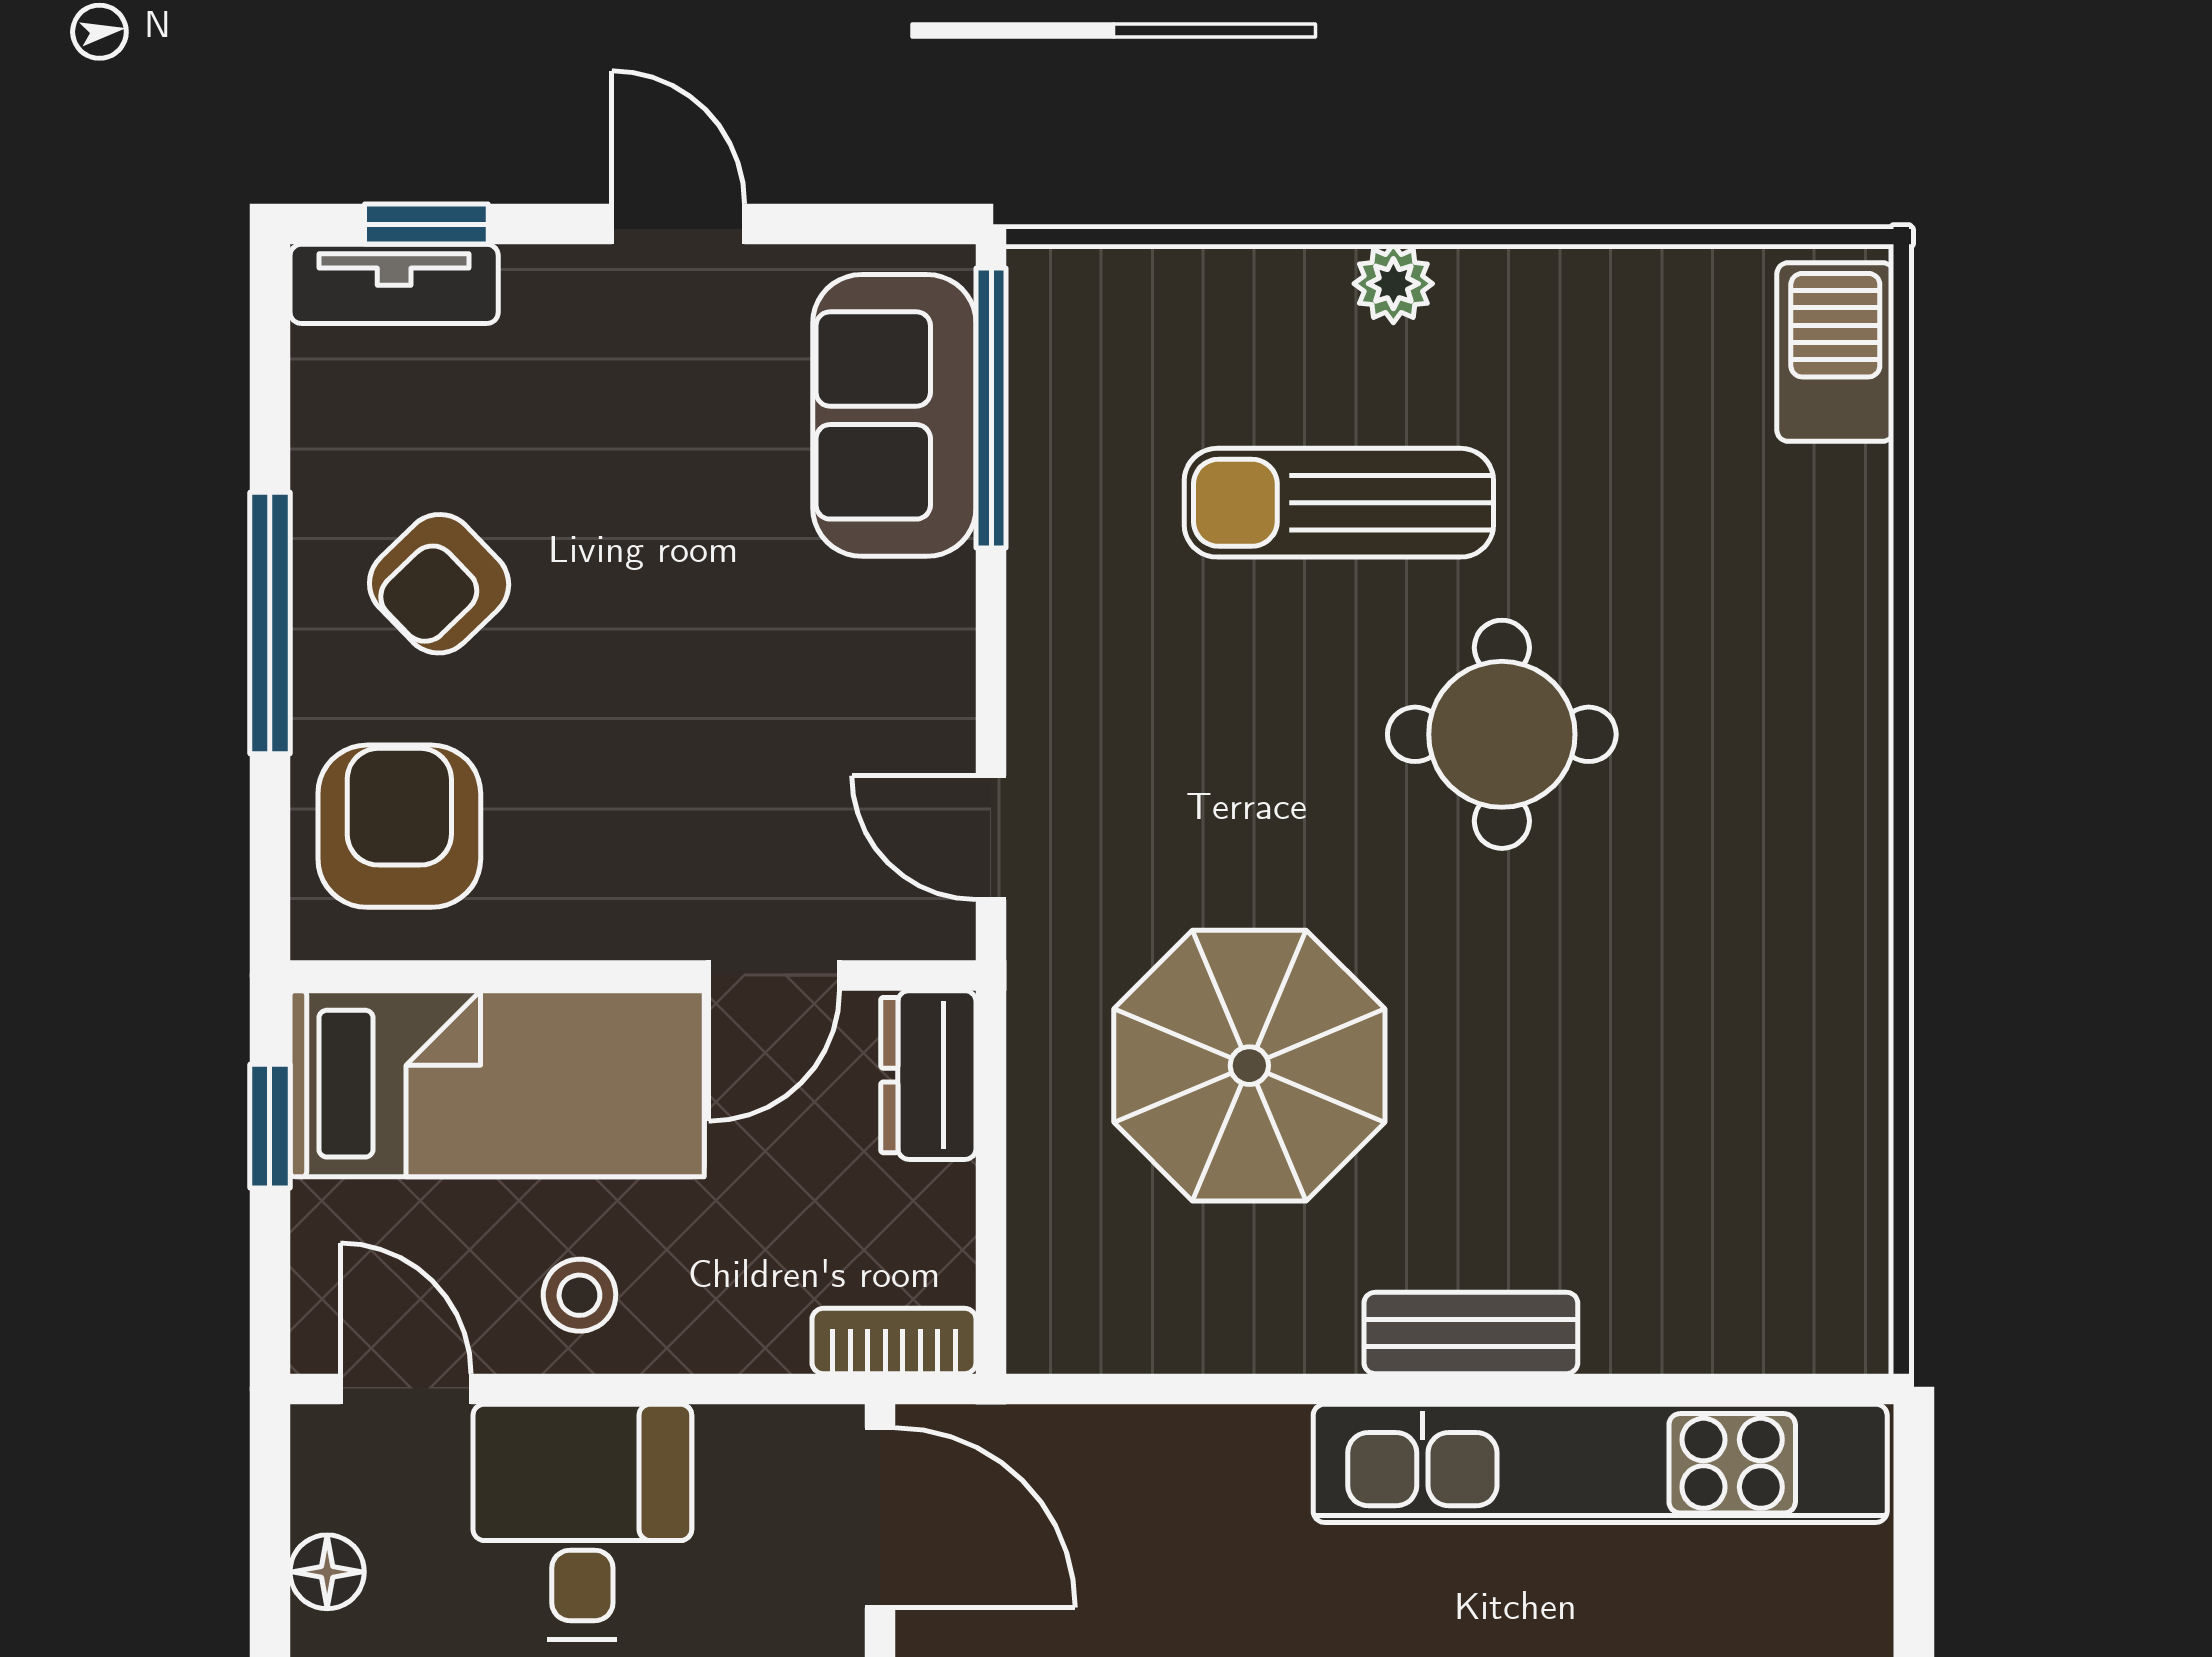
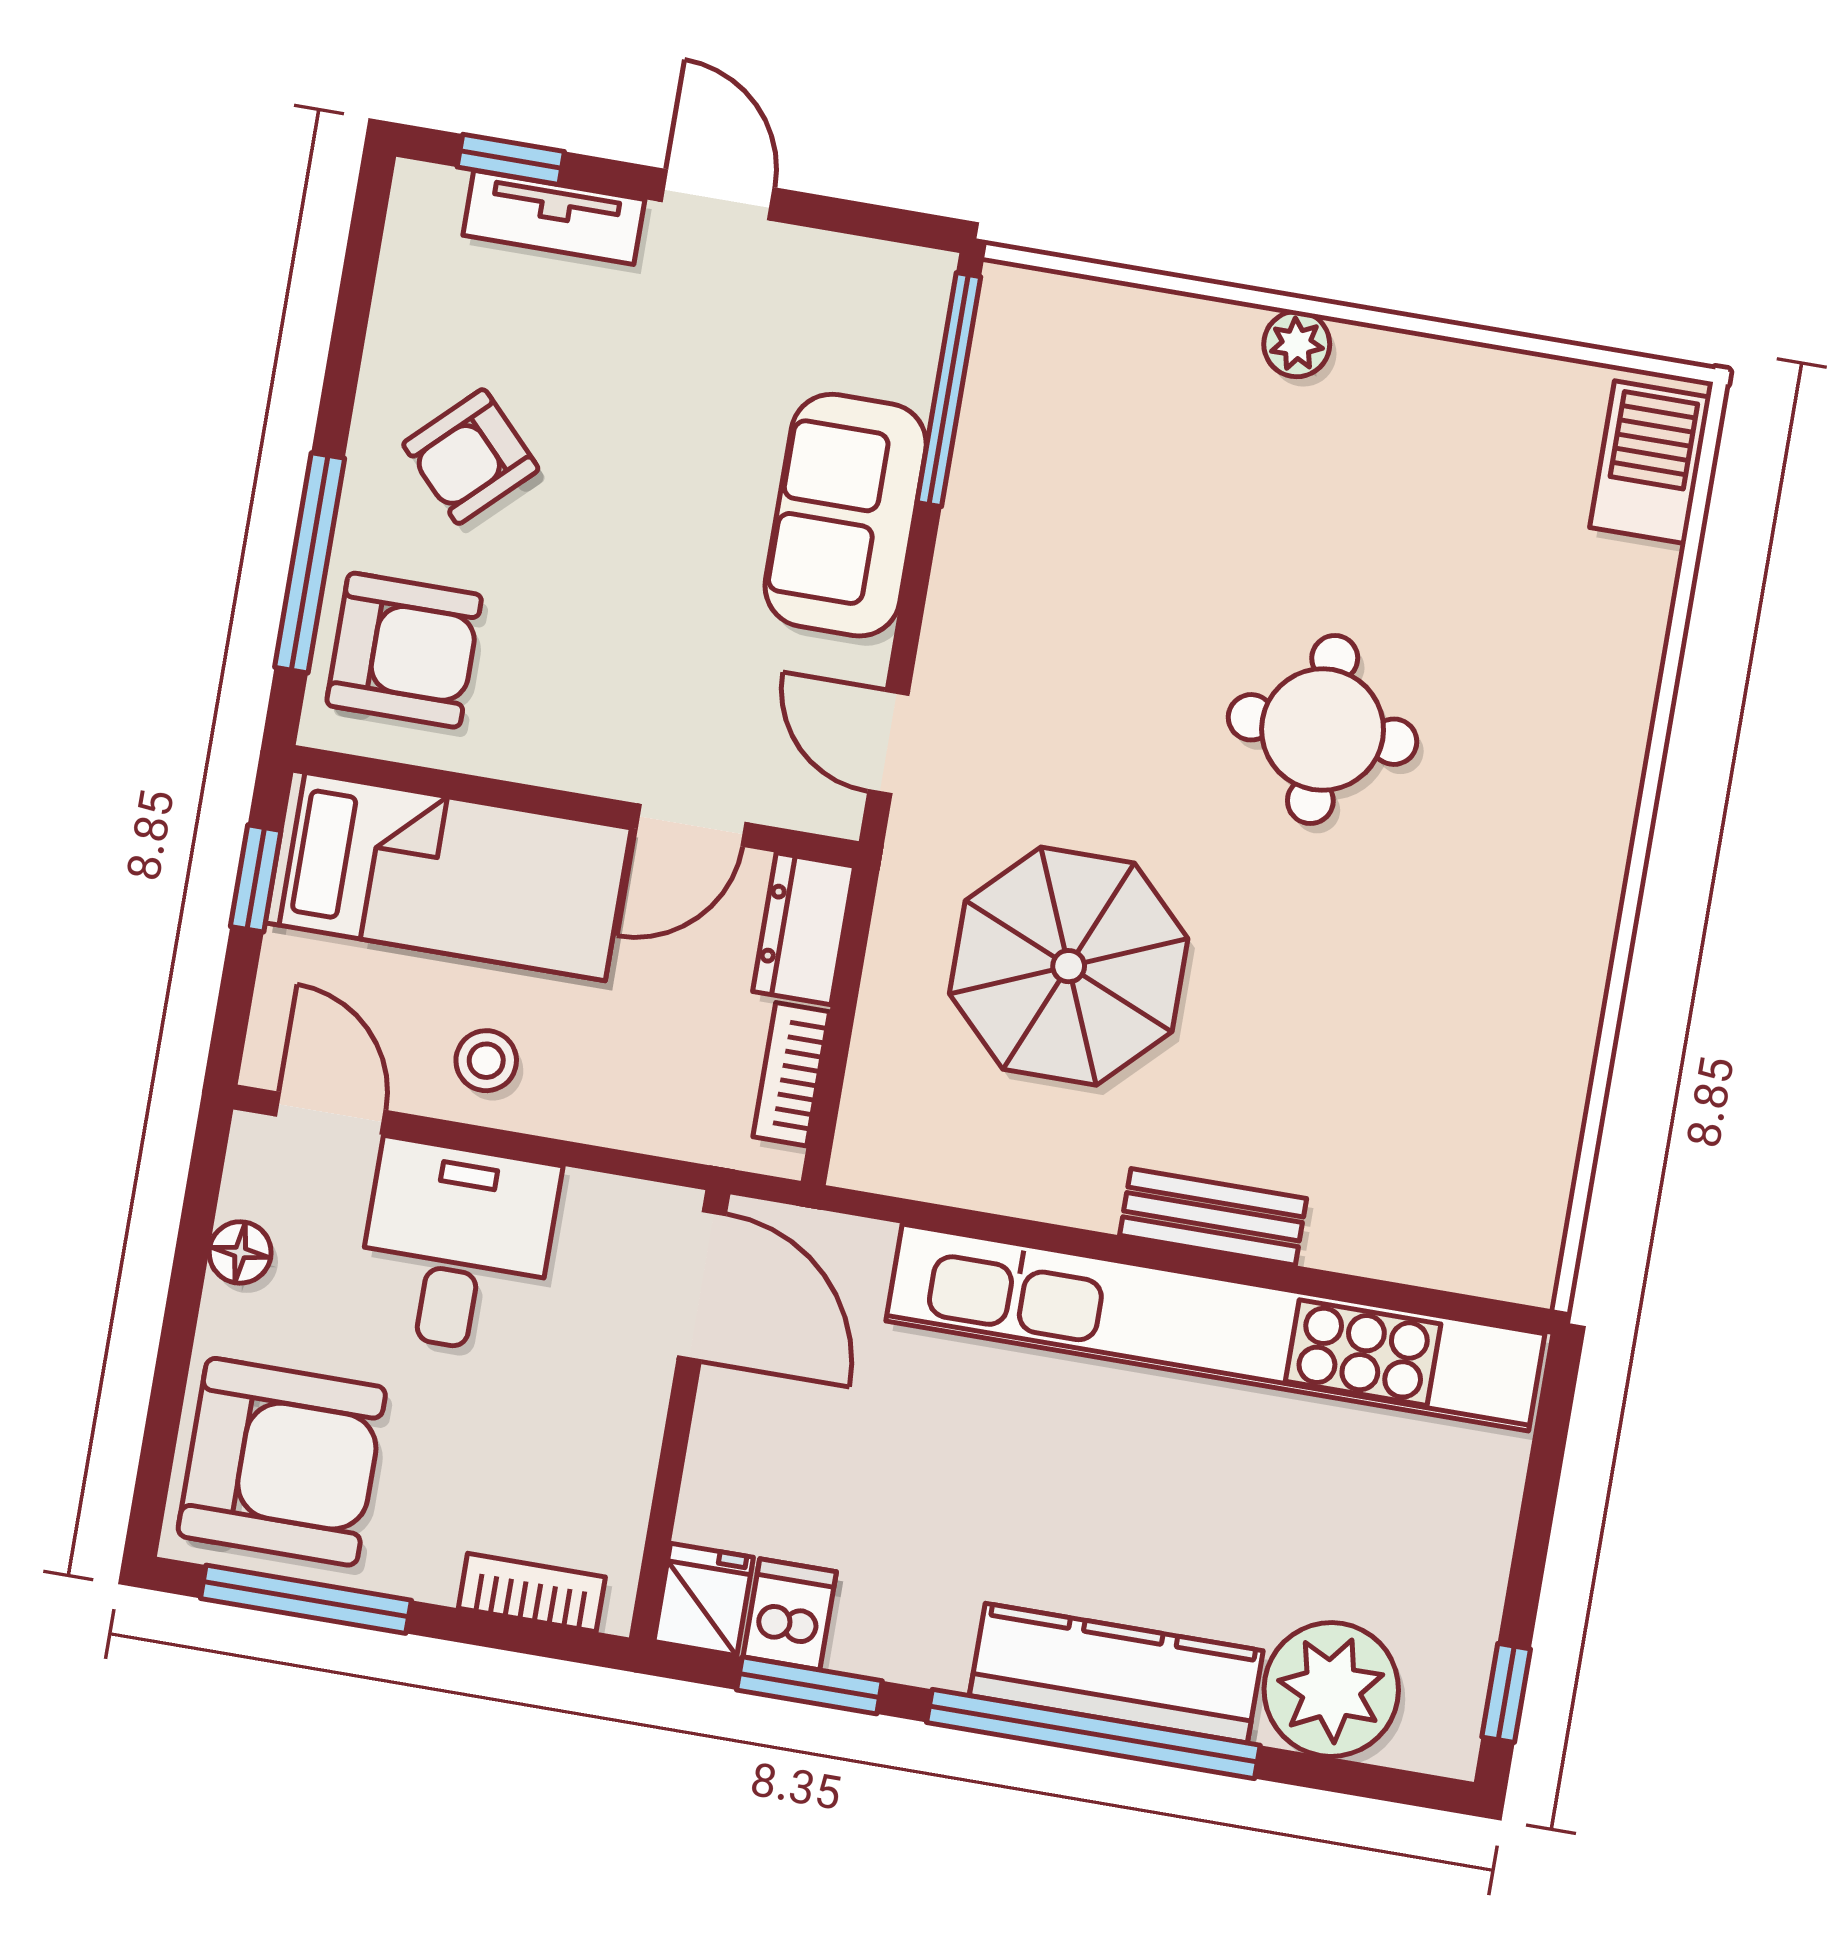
tv unit: (394, 284) -> (554, 217), moved
sofa: (894, 415) -> (846, 515), moved
sun lounger: (1339, 503) -> (1221, 516), removed
window: (270, 623) -> (310, 563), moved
armchair: (399, 826) -> (404, 650), turned 90
bookcase: (894, 1341) -> (791, 1074), moved, turned -90
kitchen unit: (1600, 1463) -> (1215, 1327), width x1.36

